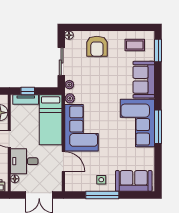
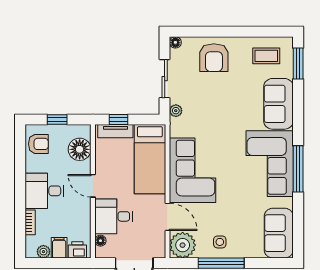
plant: (70, 98) -> (183, 245), moved, width x1.87, depth x1.87
sofa: (134, 181) -> (279, 233), moved, turned -90

